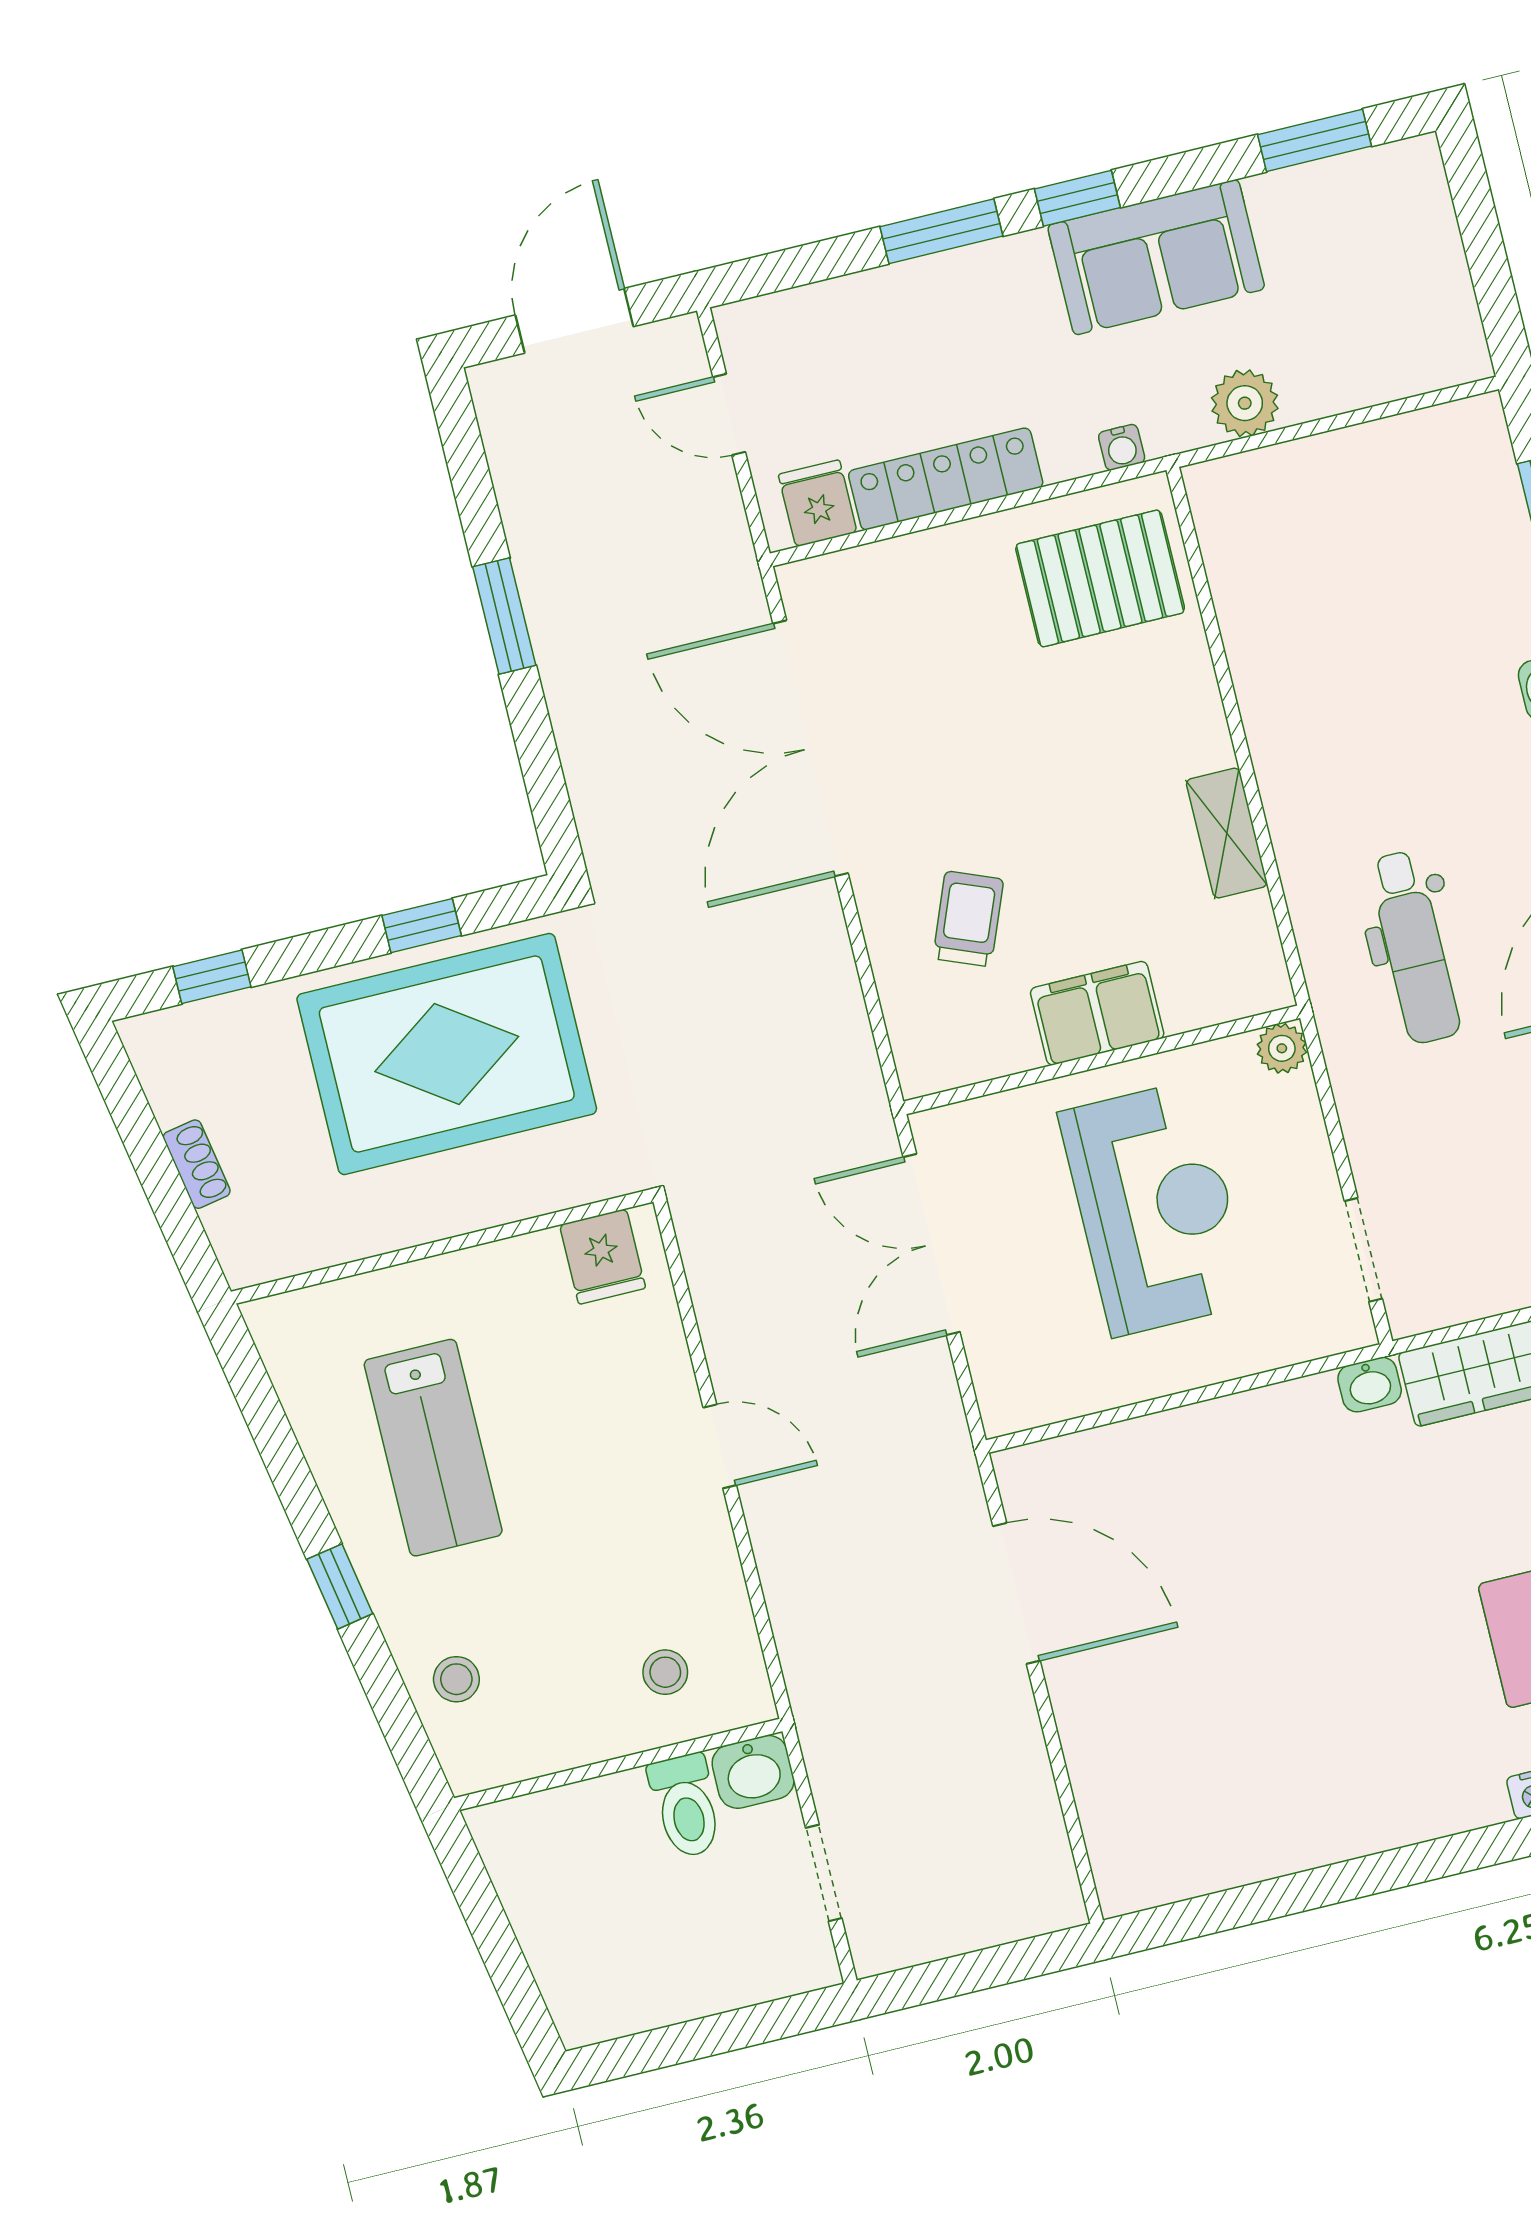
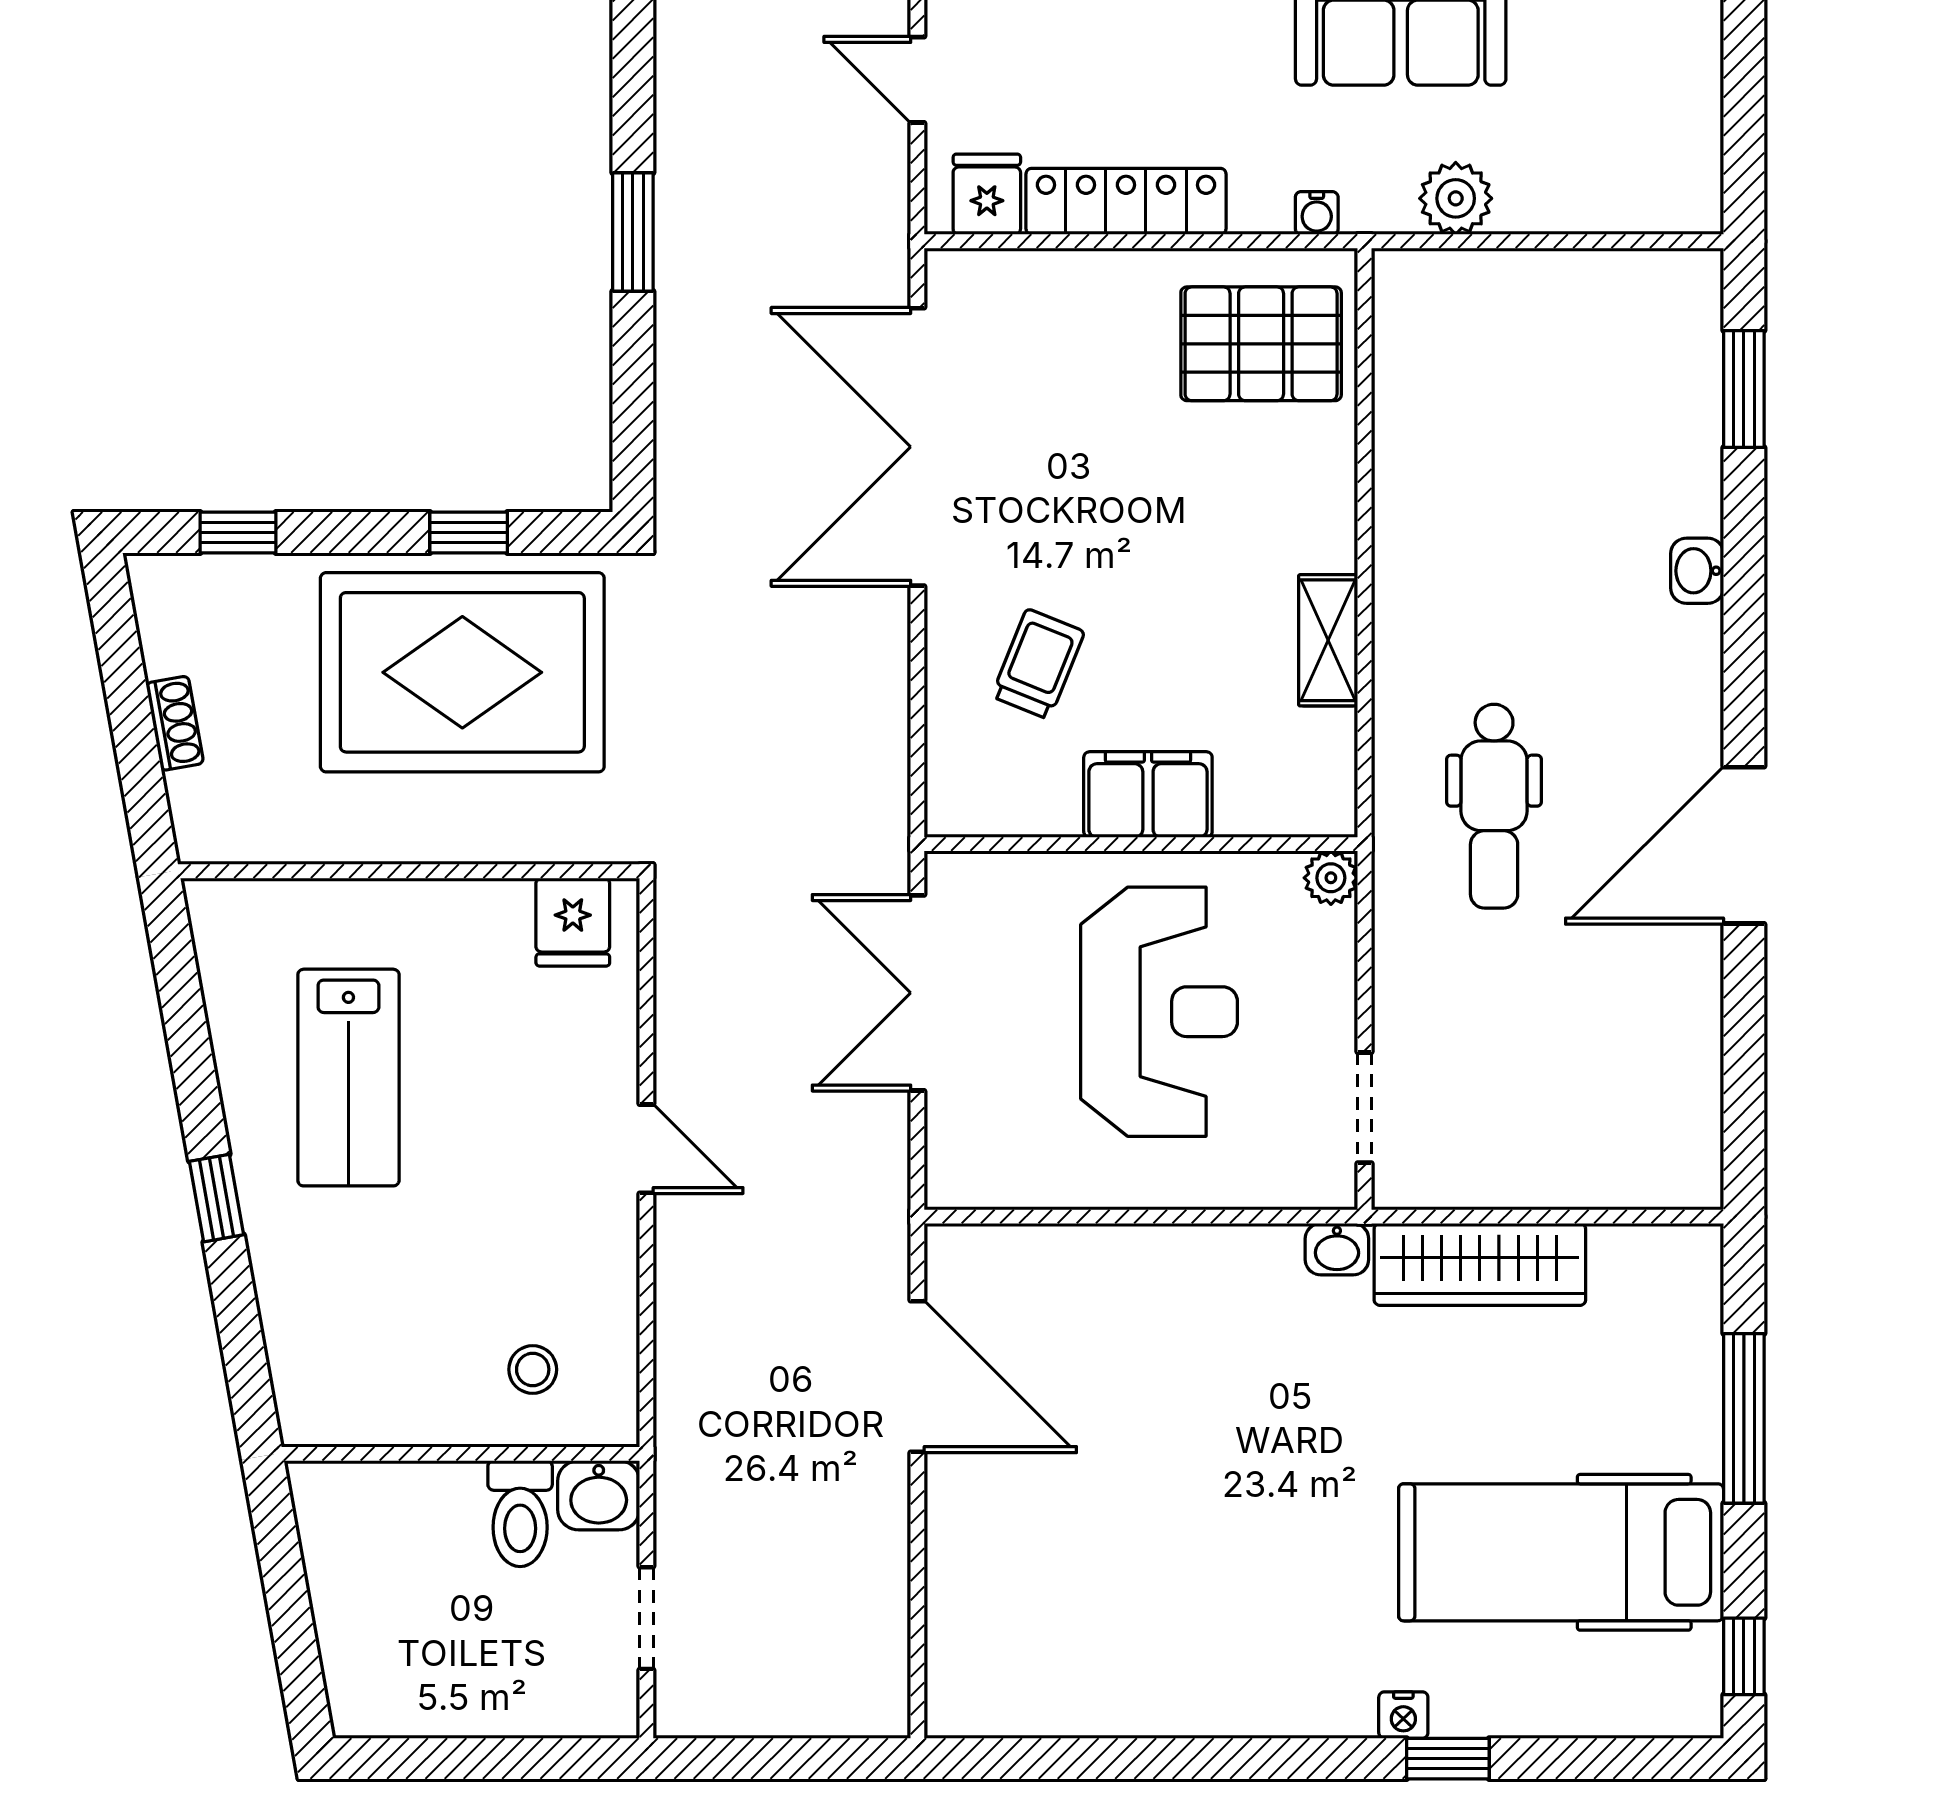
stool: (456, 1679) -> (314, 1324), removed

